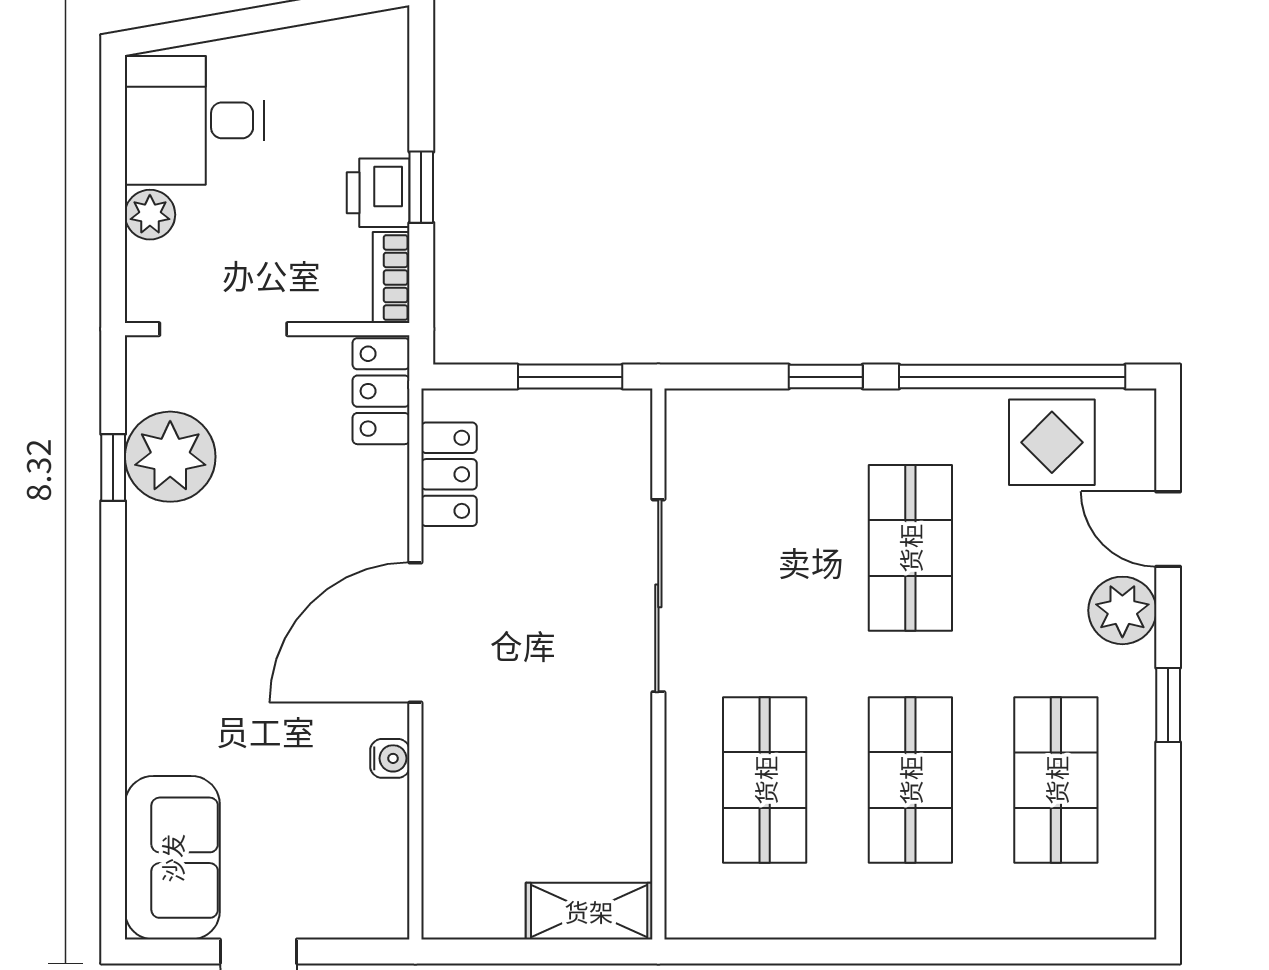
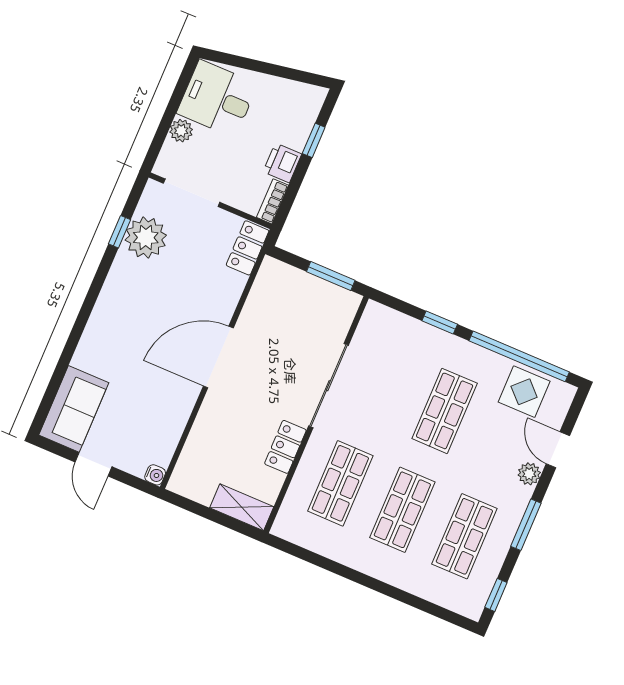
window: (421, 187) -> (314, 140), moved
locker: (449, 474) -> (285, 447), moved, turned 180
plant: (1122, 610) -> (529, 474), width x0.73, depth x0.73
window: (1168, 705) -> (526, 525), width x1.50
water cooler: (390, 758) -> (155, 475), moved
window: (1168, 870) -> (496, 595), added

